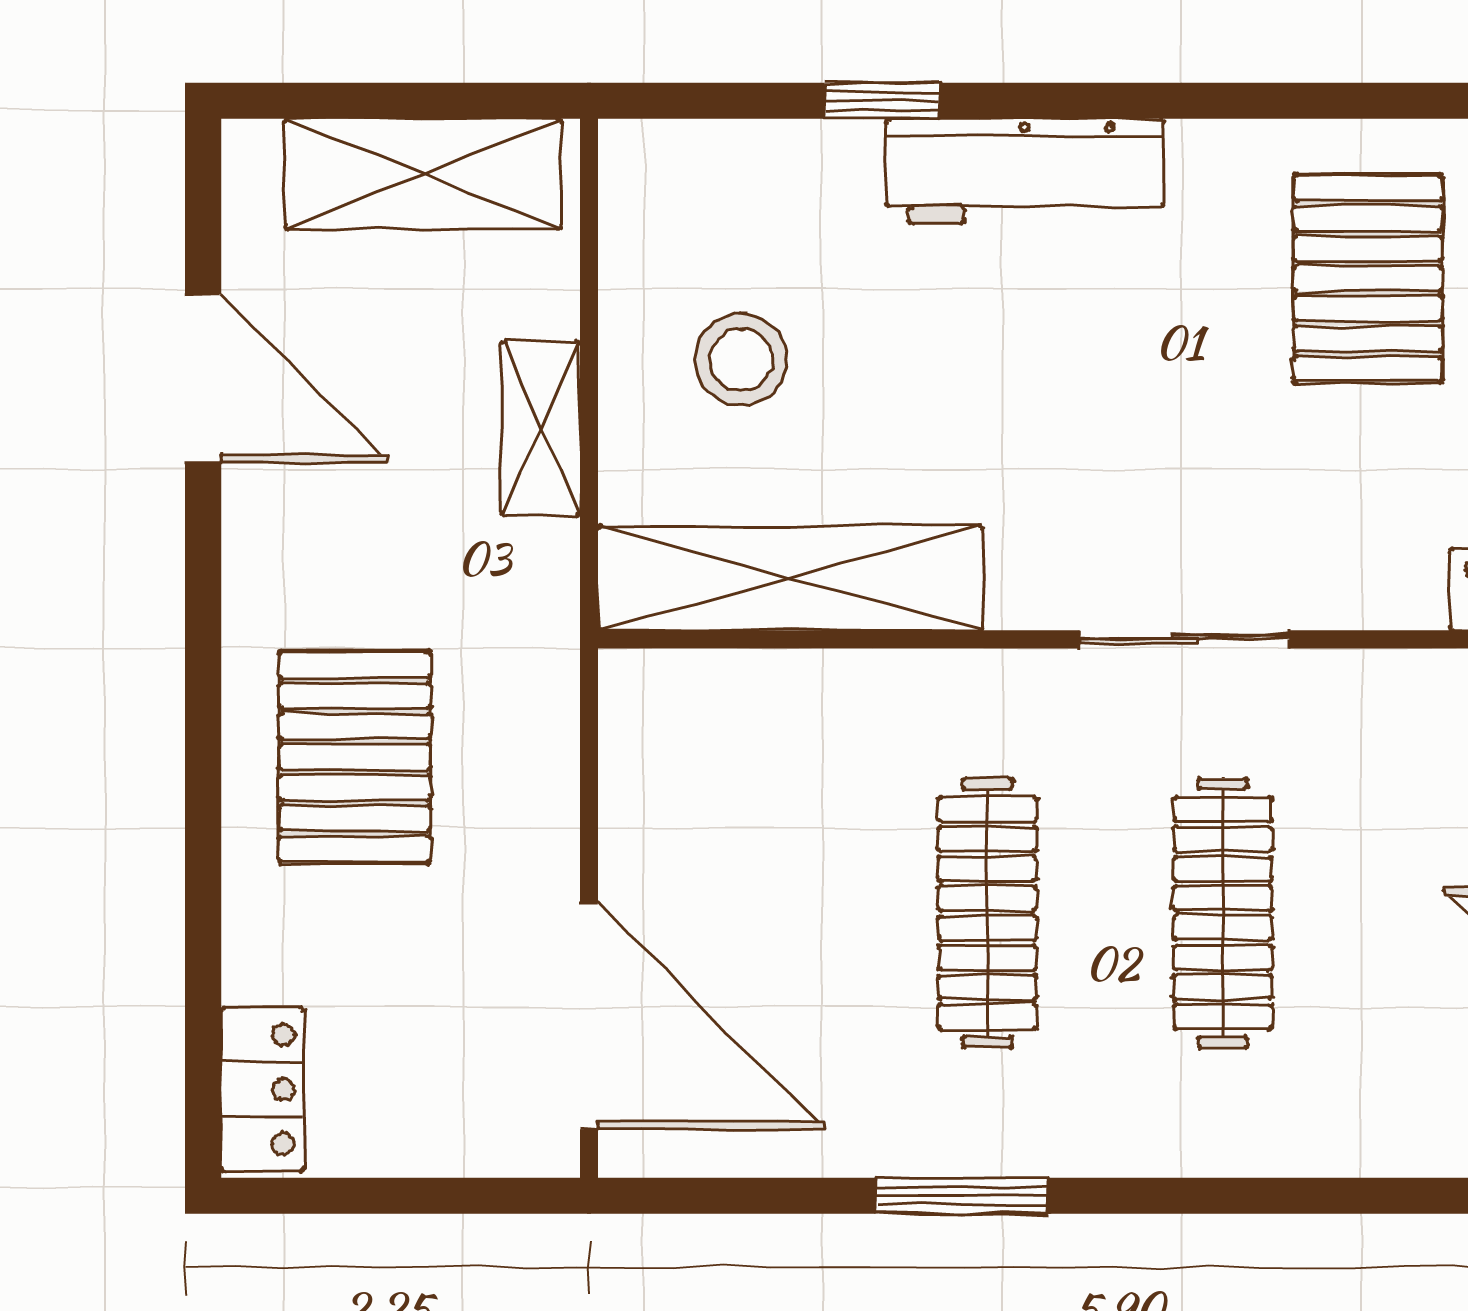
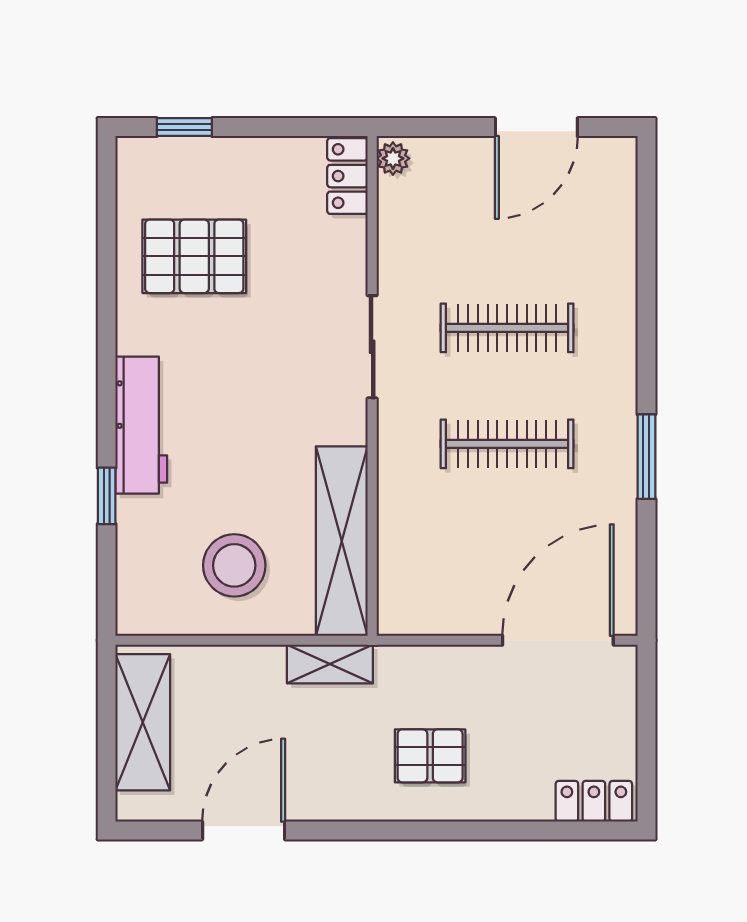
stool: (741, 360) -> (234, 565), width x1.38, depth x1.38
shelving: (541, 428) -> (330, 664), moved
pallet: (355, 757) -> (430, 756), width x0.67, depth x0.71

